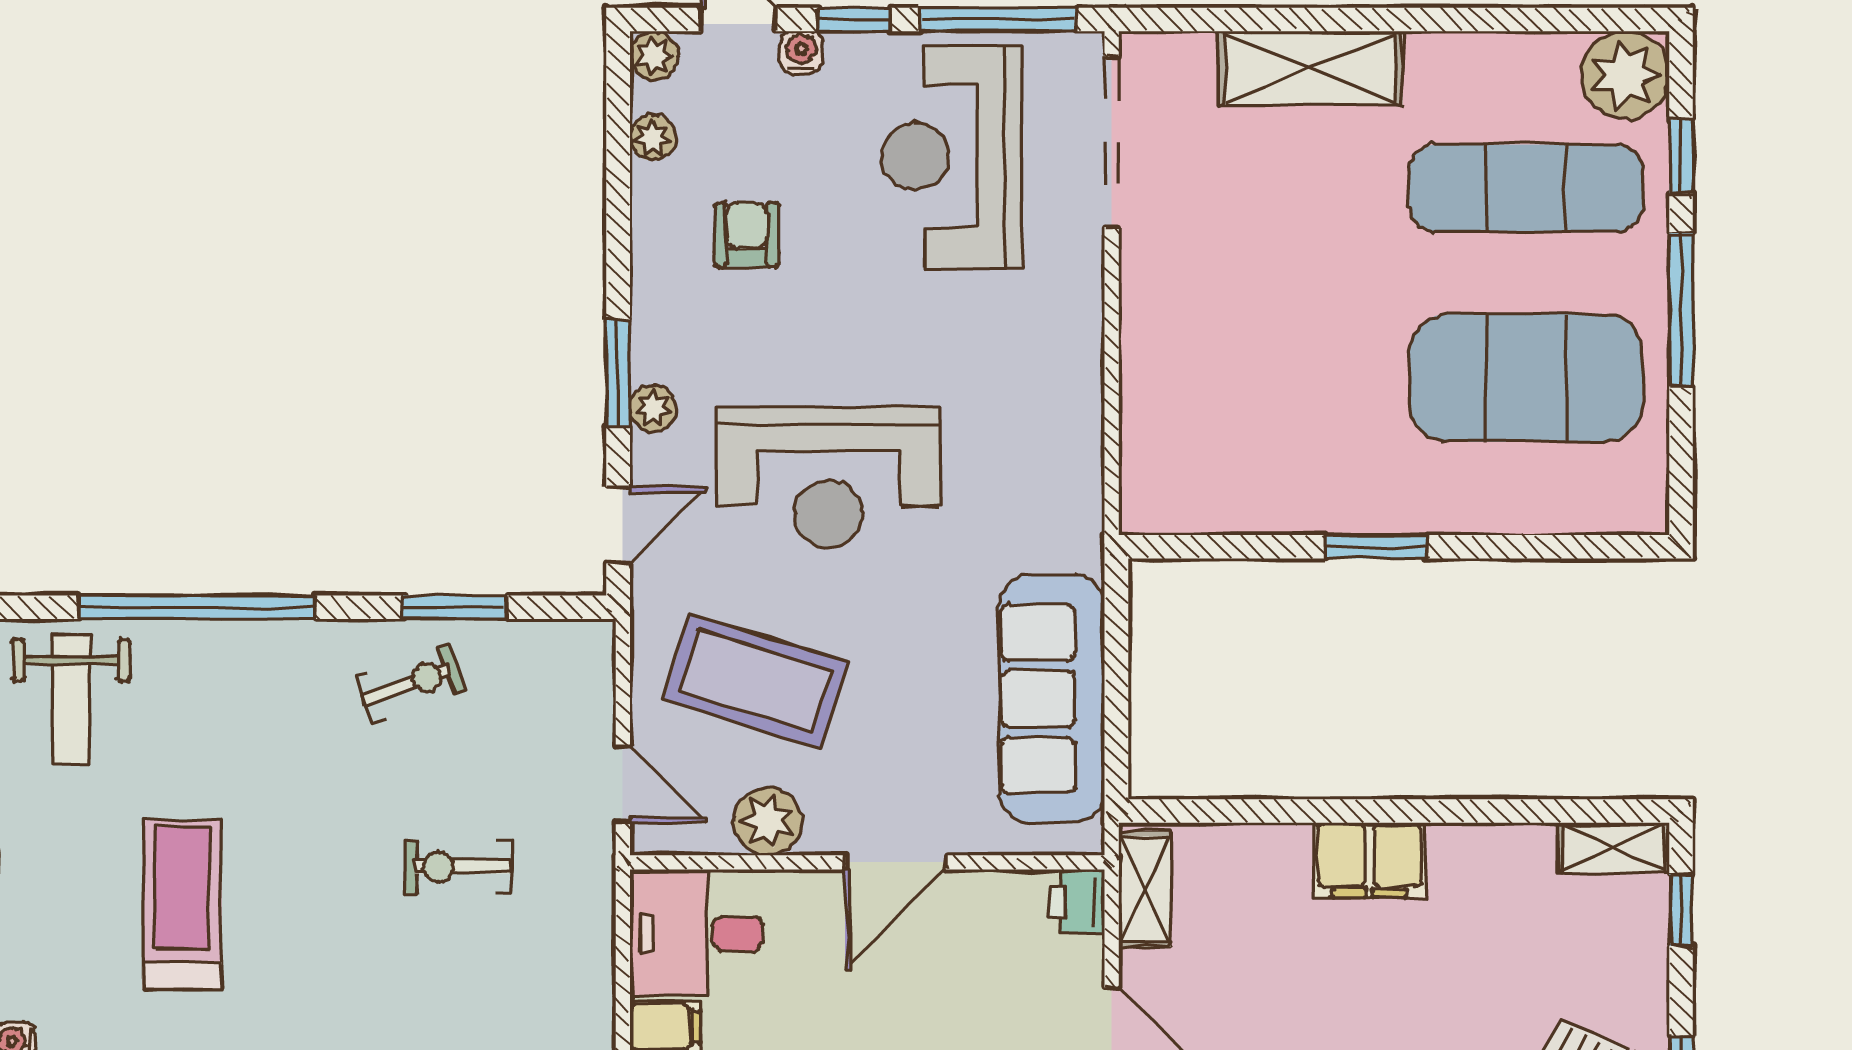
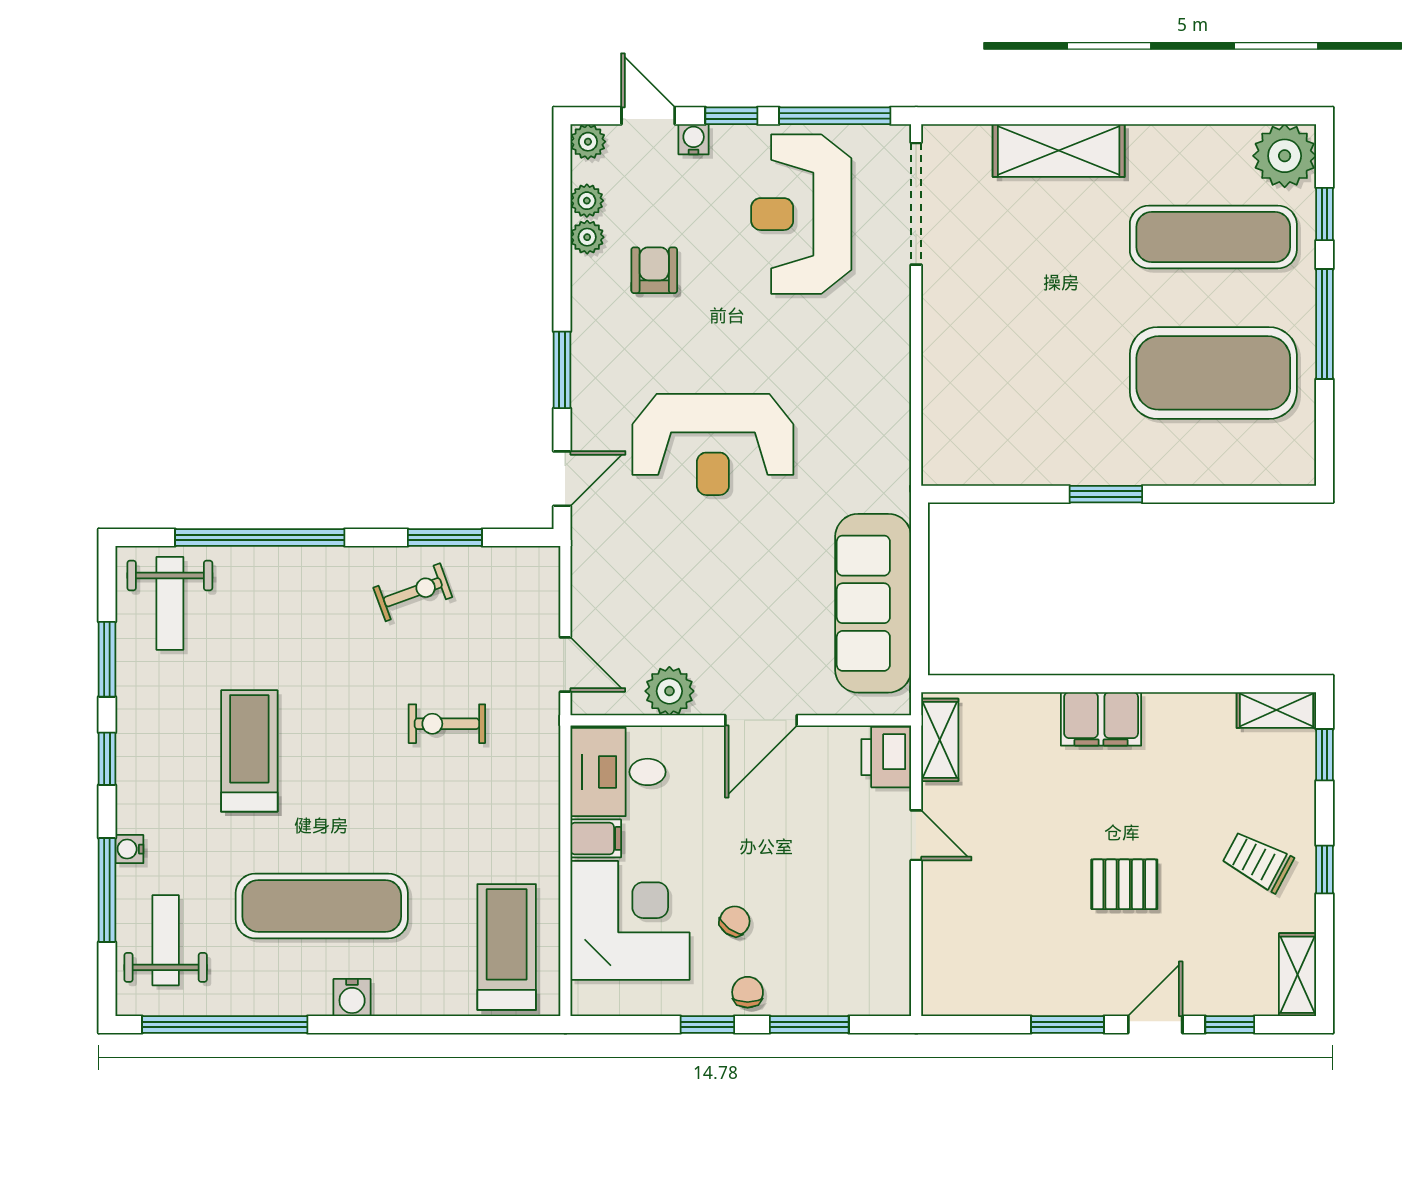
plant: (653, 408) -> (587, 237), moved
coffee table: (755, 681) -> (661, 590), removed
printer: (1077, 902) -> (886, 757), width x1.36, depth x1.24

